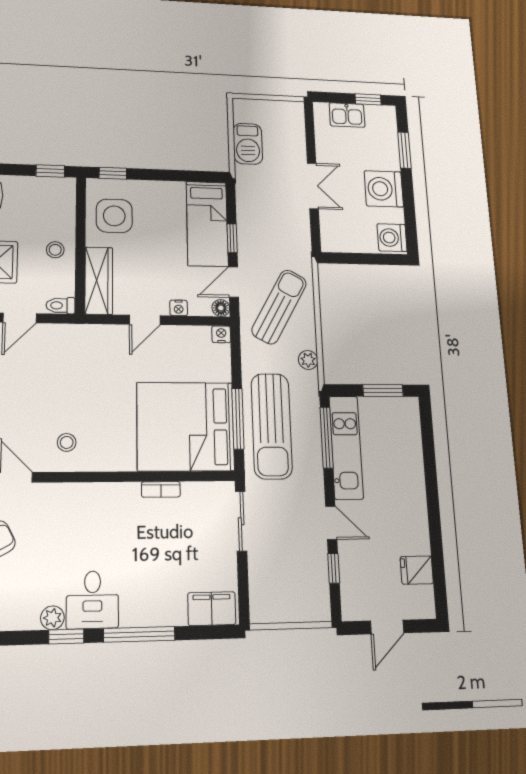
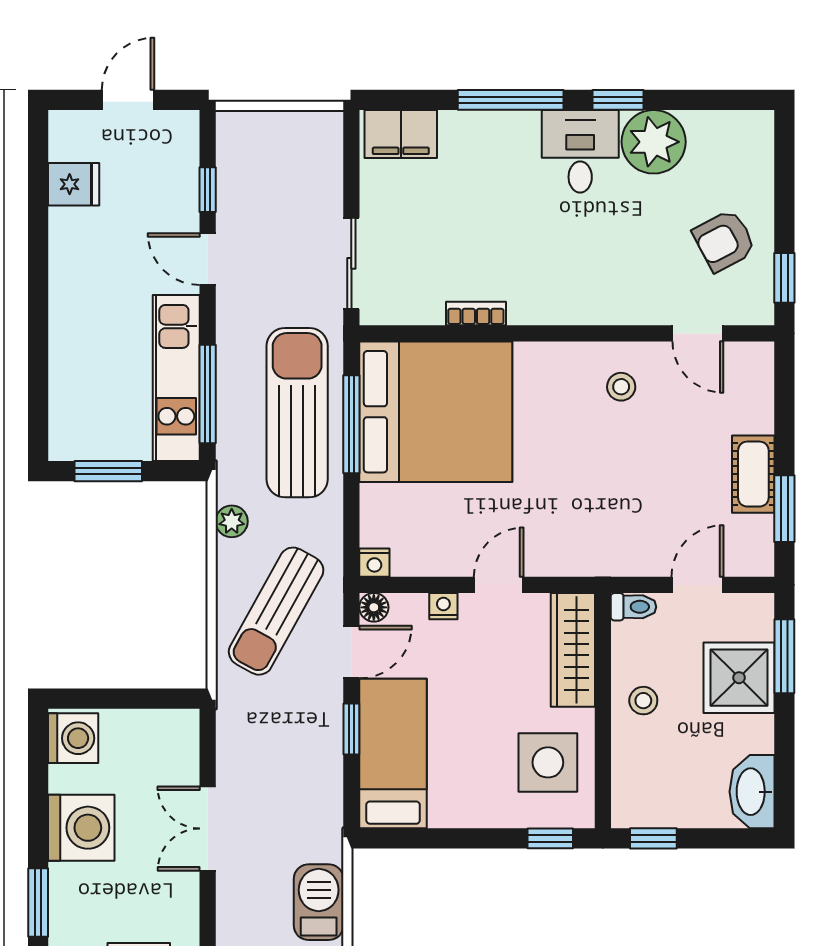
plant: (52, 618) -> (654, 142), width x1.88, depth x1.88

